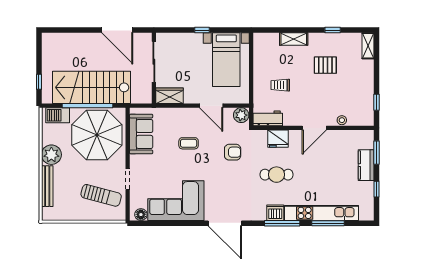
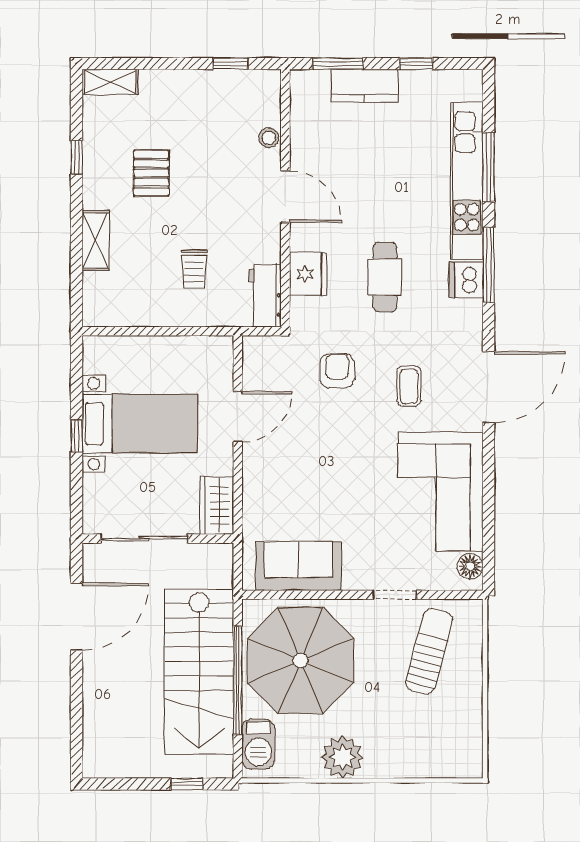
bed with nightstands: (226, 60) -> (140, 424), moved
plant: (241, 115) -> (258, 352), removed
coffee table: (189, 143) -> (409, 386), moved
bench: (47, 186) -> (409, 766), removed

